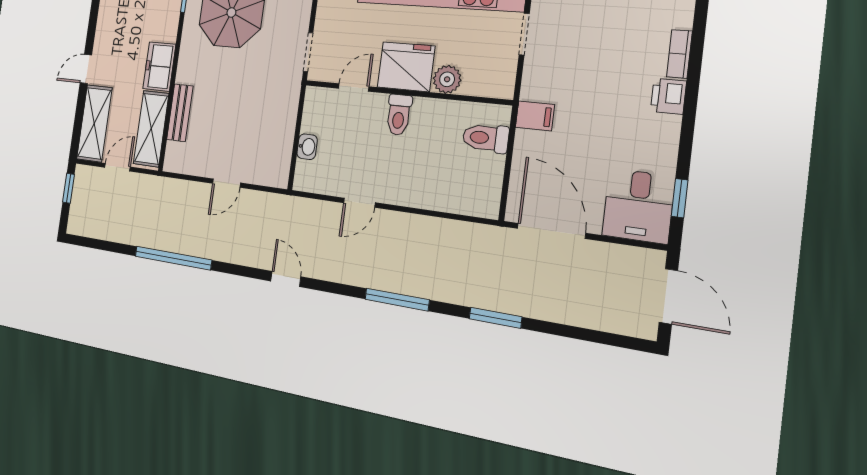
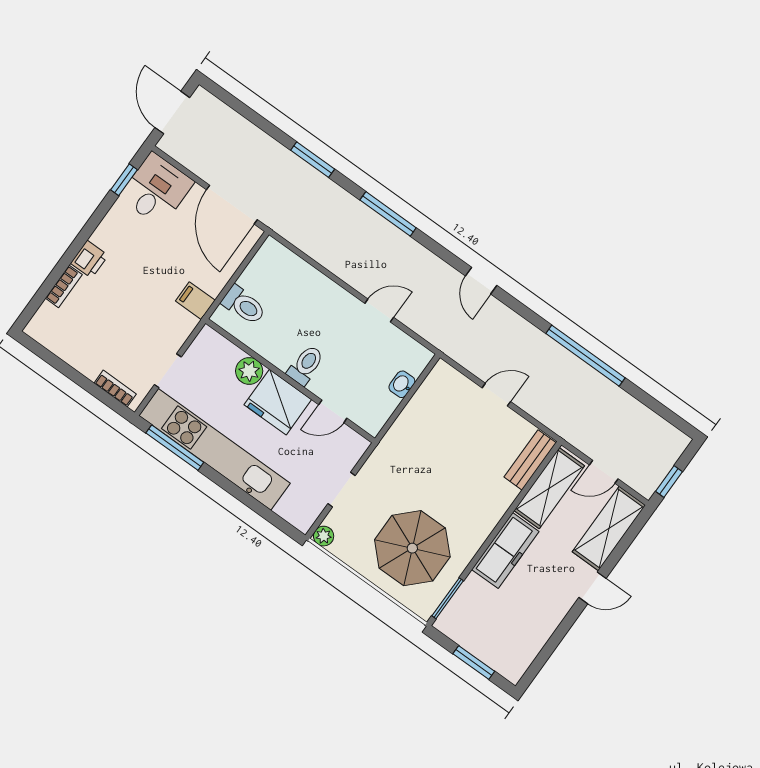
doorway: (308, 52) -> (342, 490), moved
freezer: (159, 66) -> (505, 550), width x1.40
bench: (180, 113) -> (530, 460), moved

